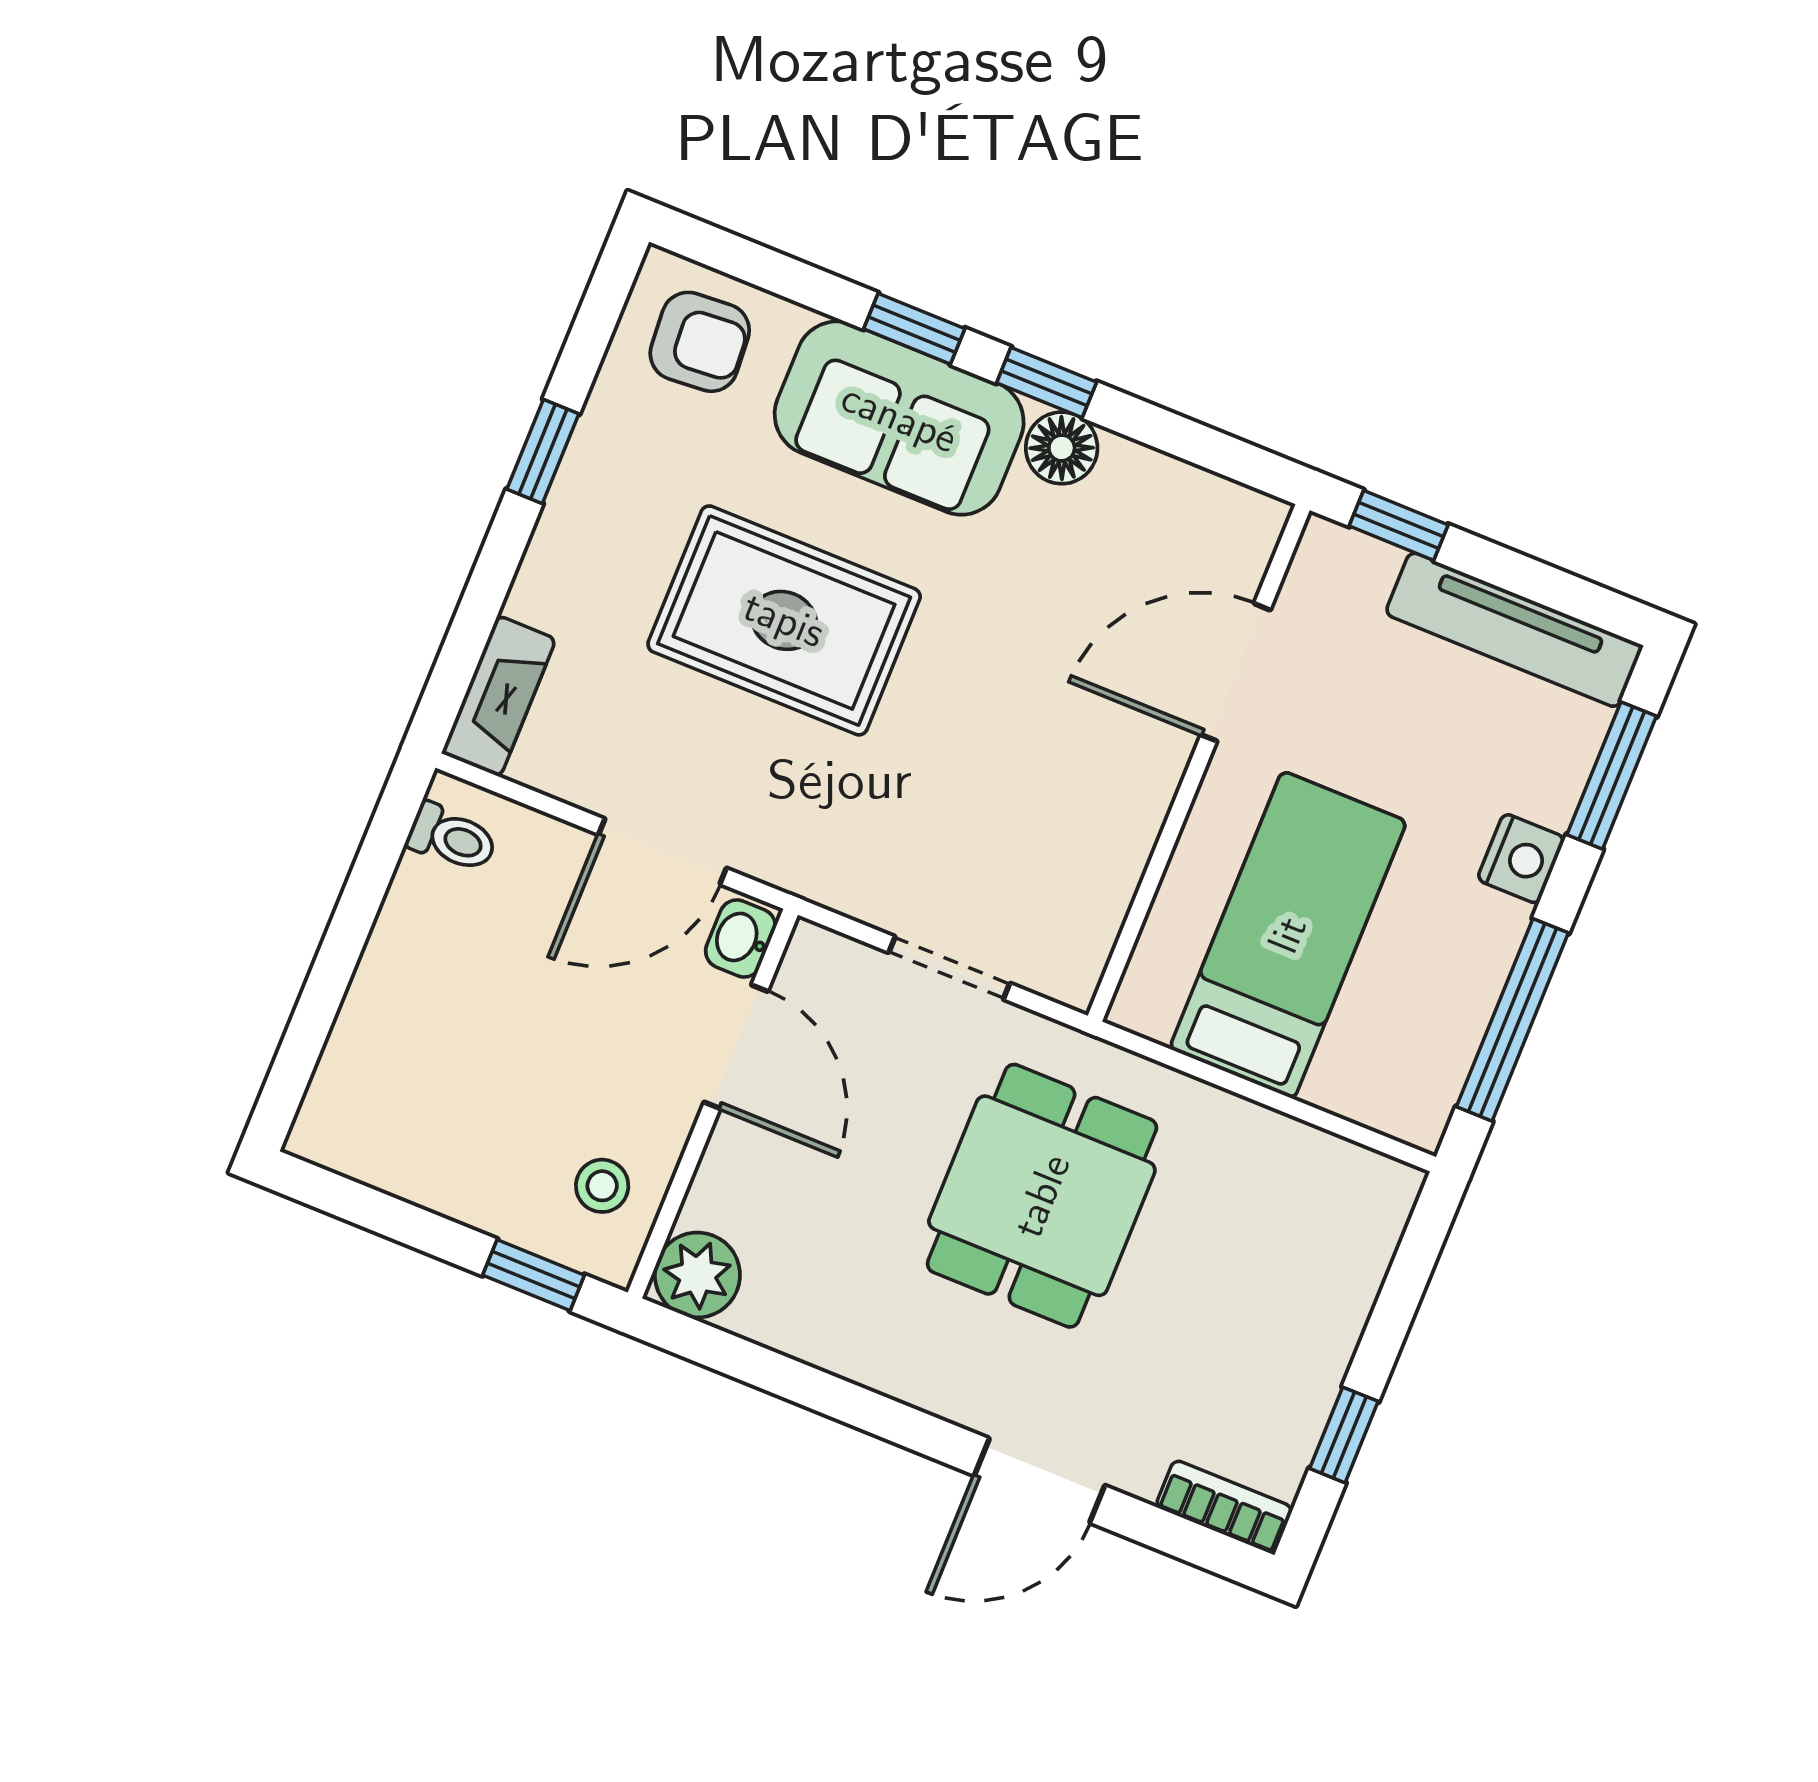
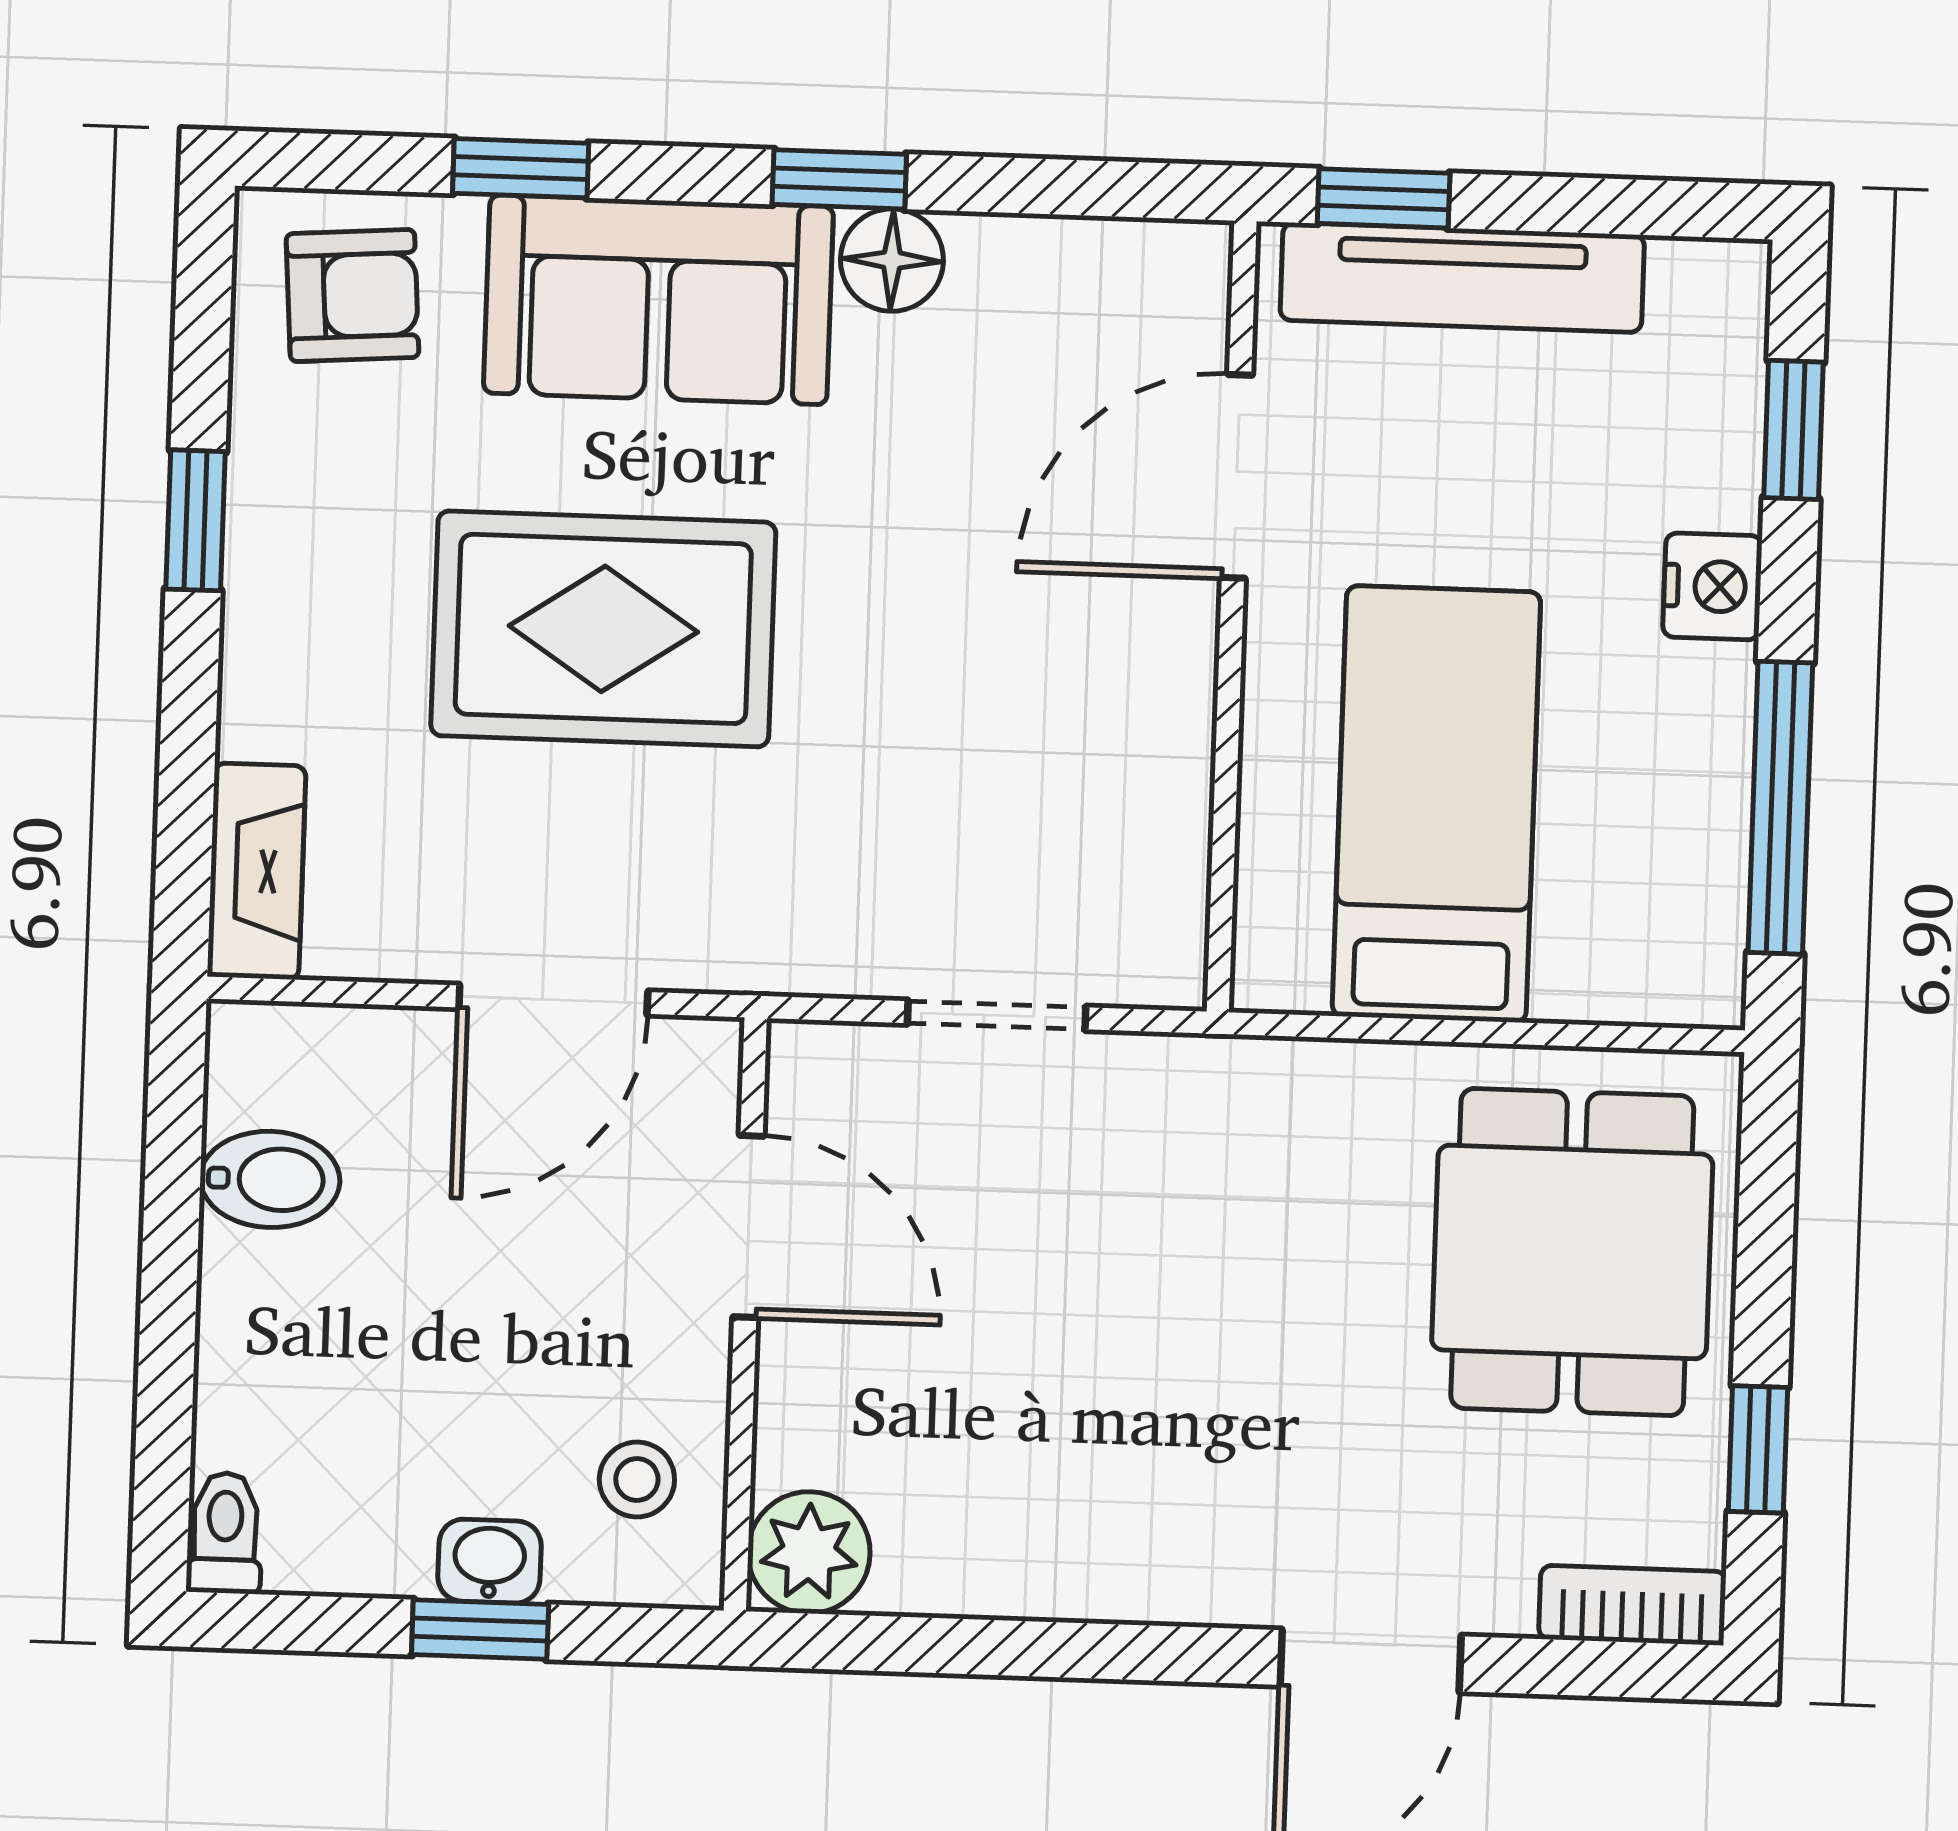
window: (914, 329) -> (521, 168), moved
tv unit: (1514, 630) -> (1462, 278), moved
window: (1612, 775) -> (1794, 430), width x0.67
toilet: (452, 838) -> (225, 1533), moved, turned -90
bidet: (434, 901) -> (270, 1179), added
washbasin: (740, 938) -> (489, 1561), moved, turned 90
dining table: (1042, 1196) -> (1572, 1252), moved
window: (534, 1275) -> (480, 1630), moved

